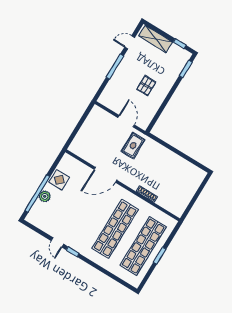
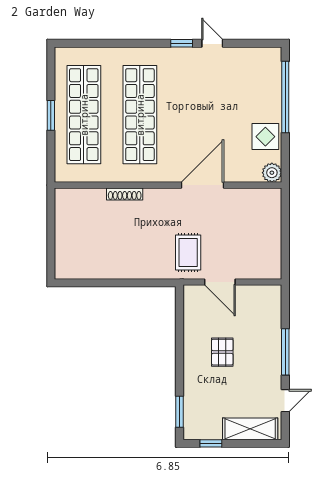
plant: (45, 196) -> (272, 173), moved

